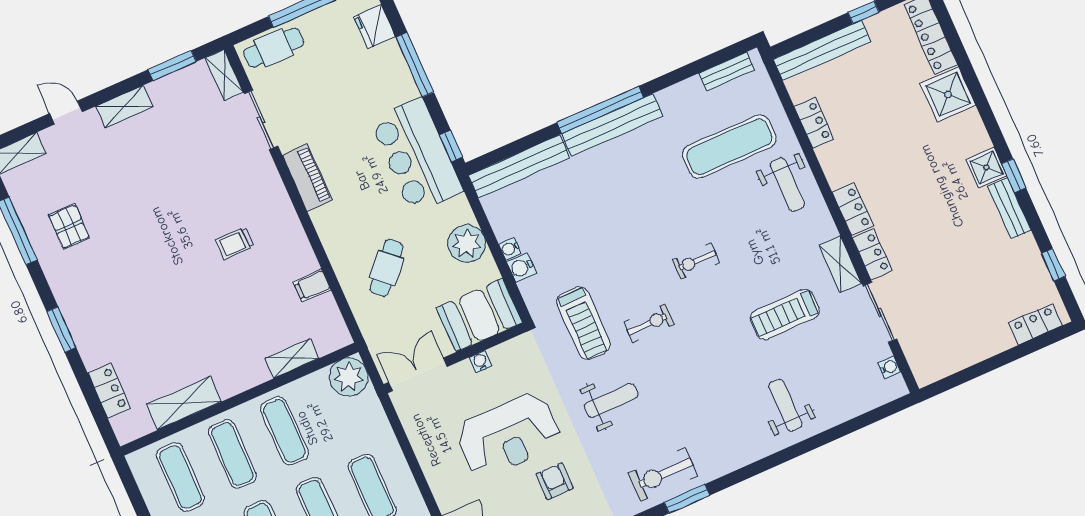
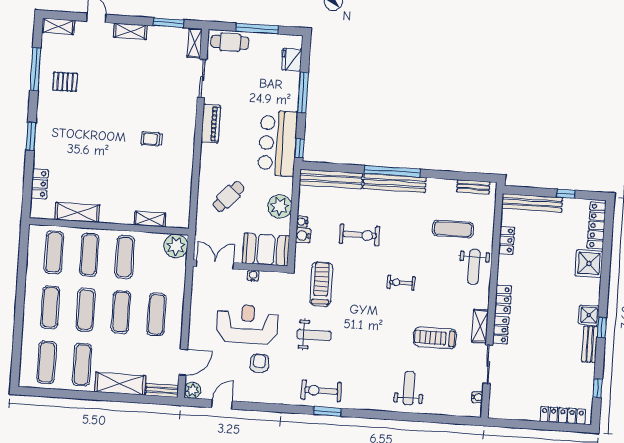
exercise mat: (729, 147) -> (453, 229), width x0.73, depth x0.69
pallet: (69, 227) -> (65, 82), turned 90
filing cabinet: (312, 286) -> (182, 185), removed
treadmill: (583, 323) -> (321, 284), turned 180
exercise bike: (649, 323) -> (360, 235), moved, width x1.38, depth x1.39
locker: (1035, 324) -> (563, 415), width x1.53
reception desk: (508, 435) -> (247, 324), turned 180

